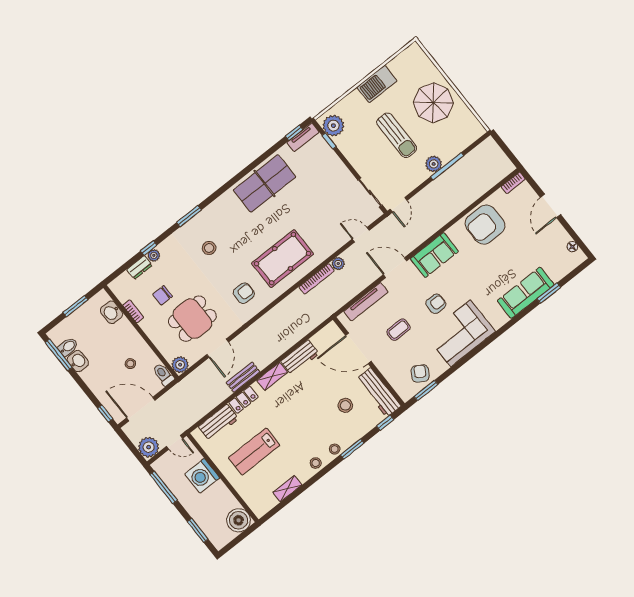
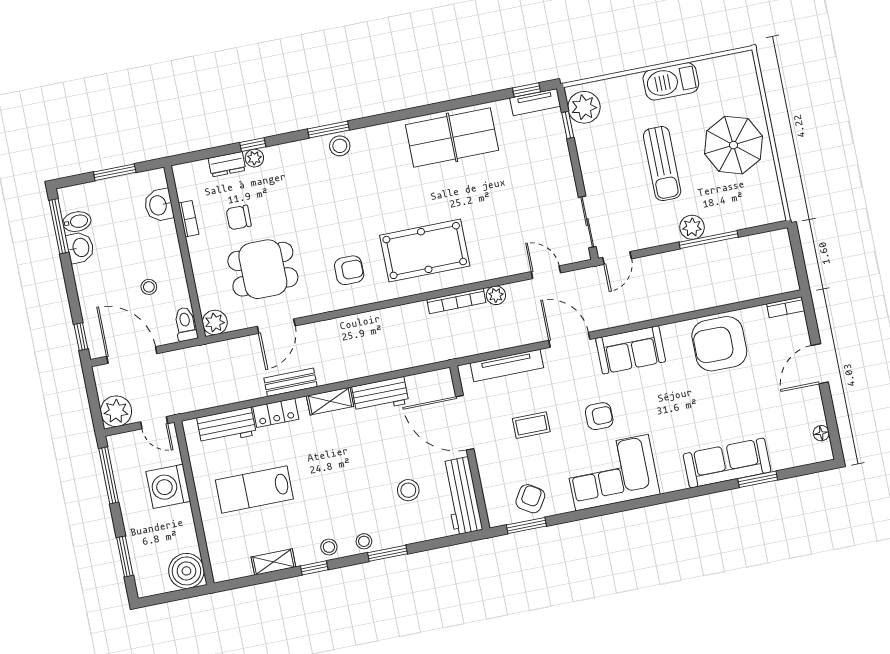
stool: (209, 248) -> (340, 146), moved
window: (385, 423) -> (314, 568), moved

